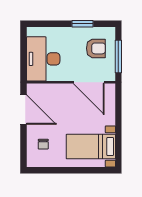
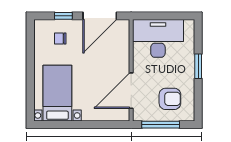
window: (83, 24) -> (198, 66), moved
armchair: (96, 48) -> (170, 99), turned -90
window: (24, 141) -> (63, 16), added

